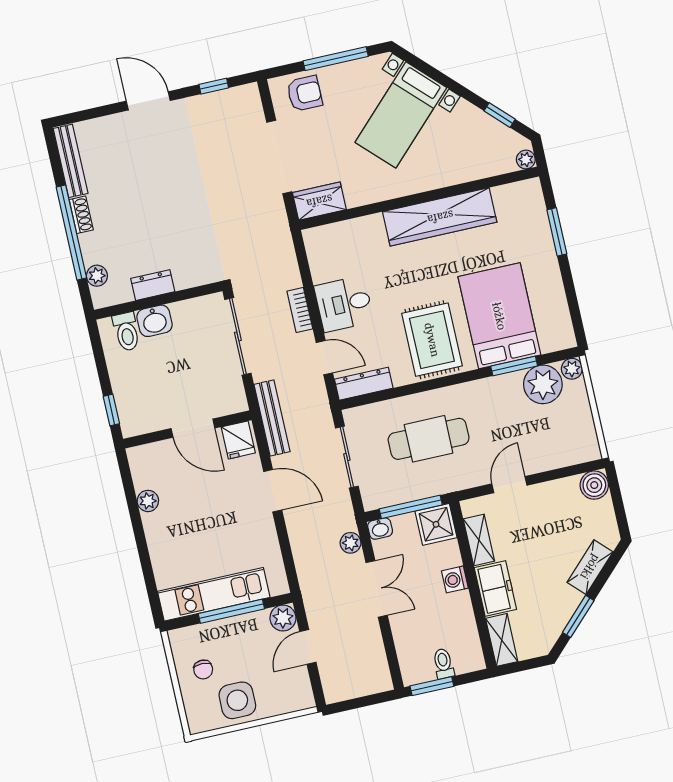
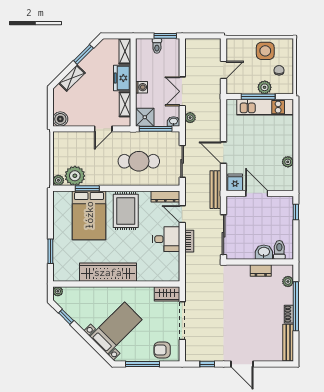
plant: (283, 618) -> (265, 87), moved

